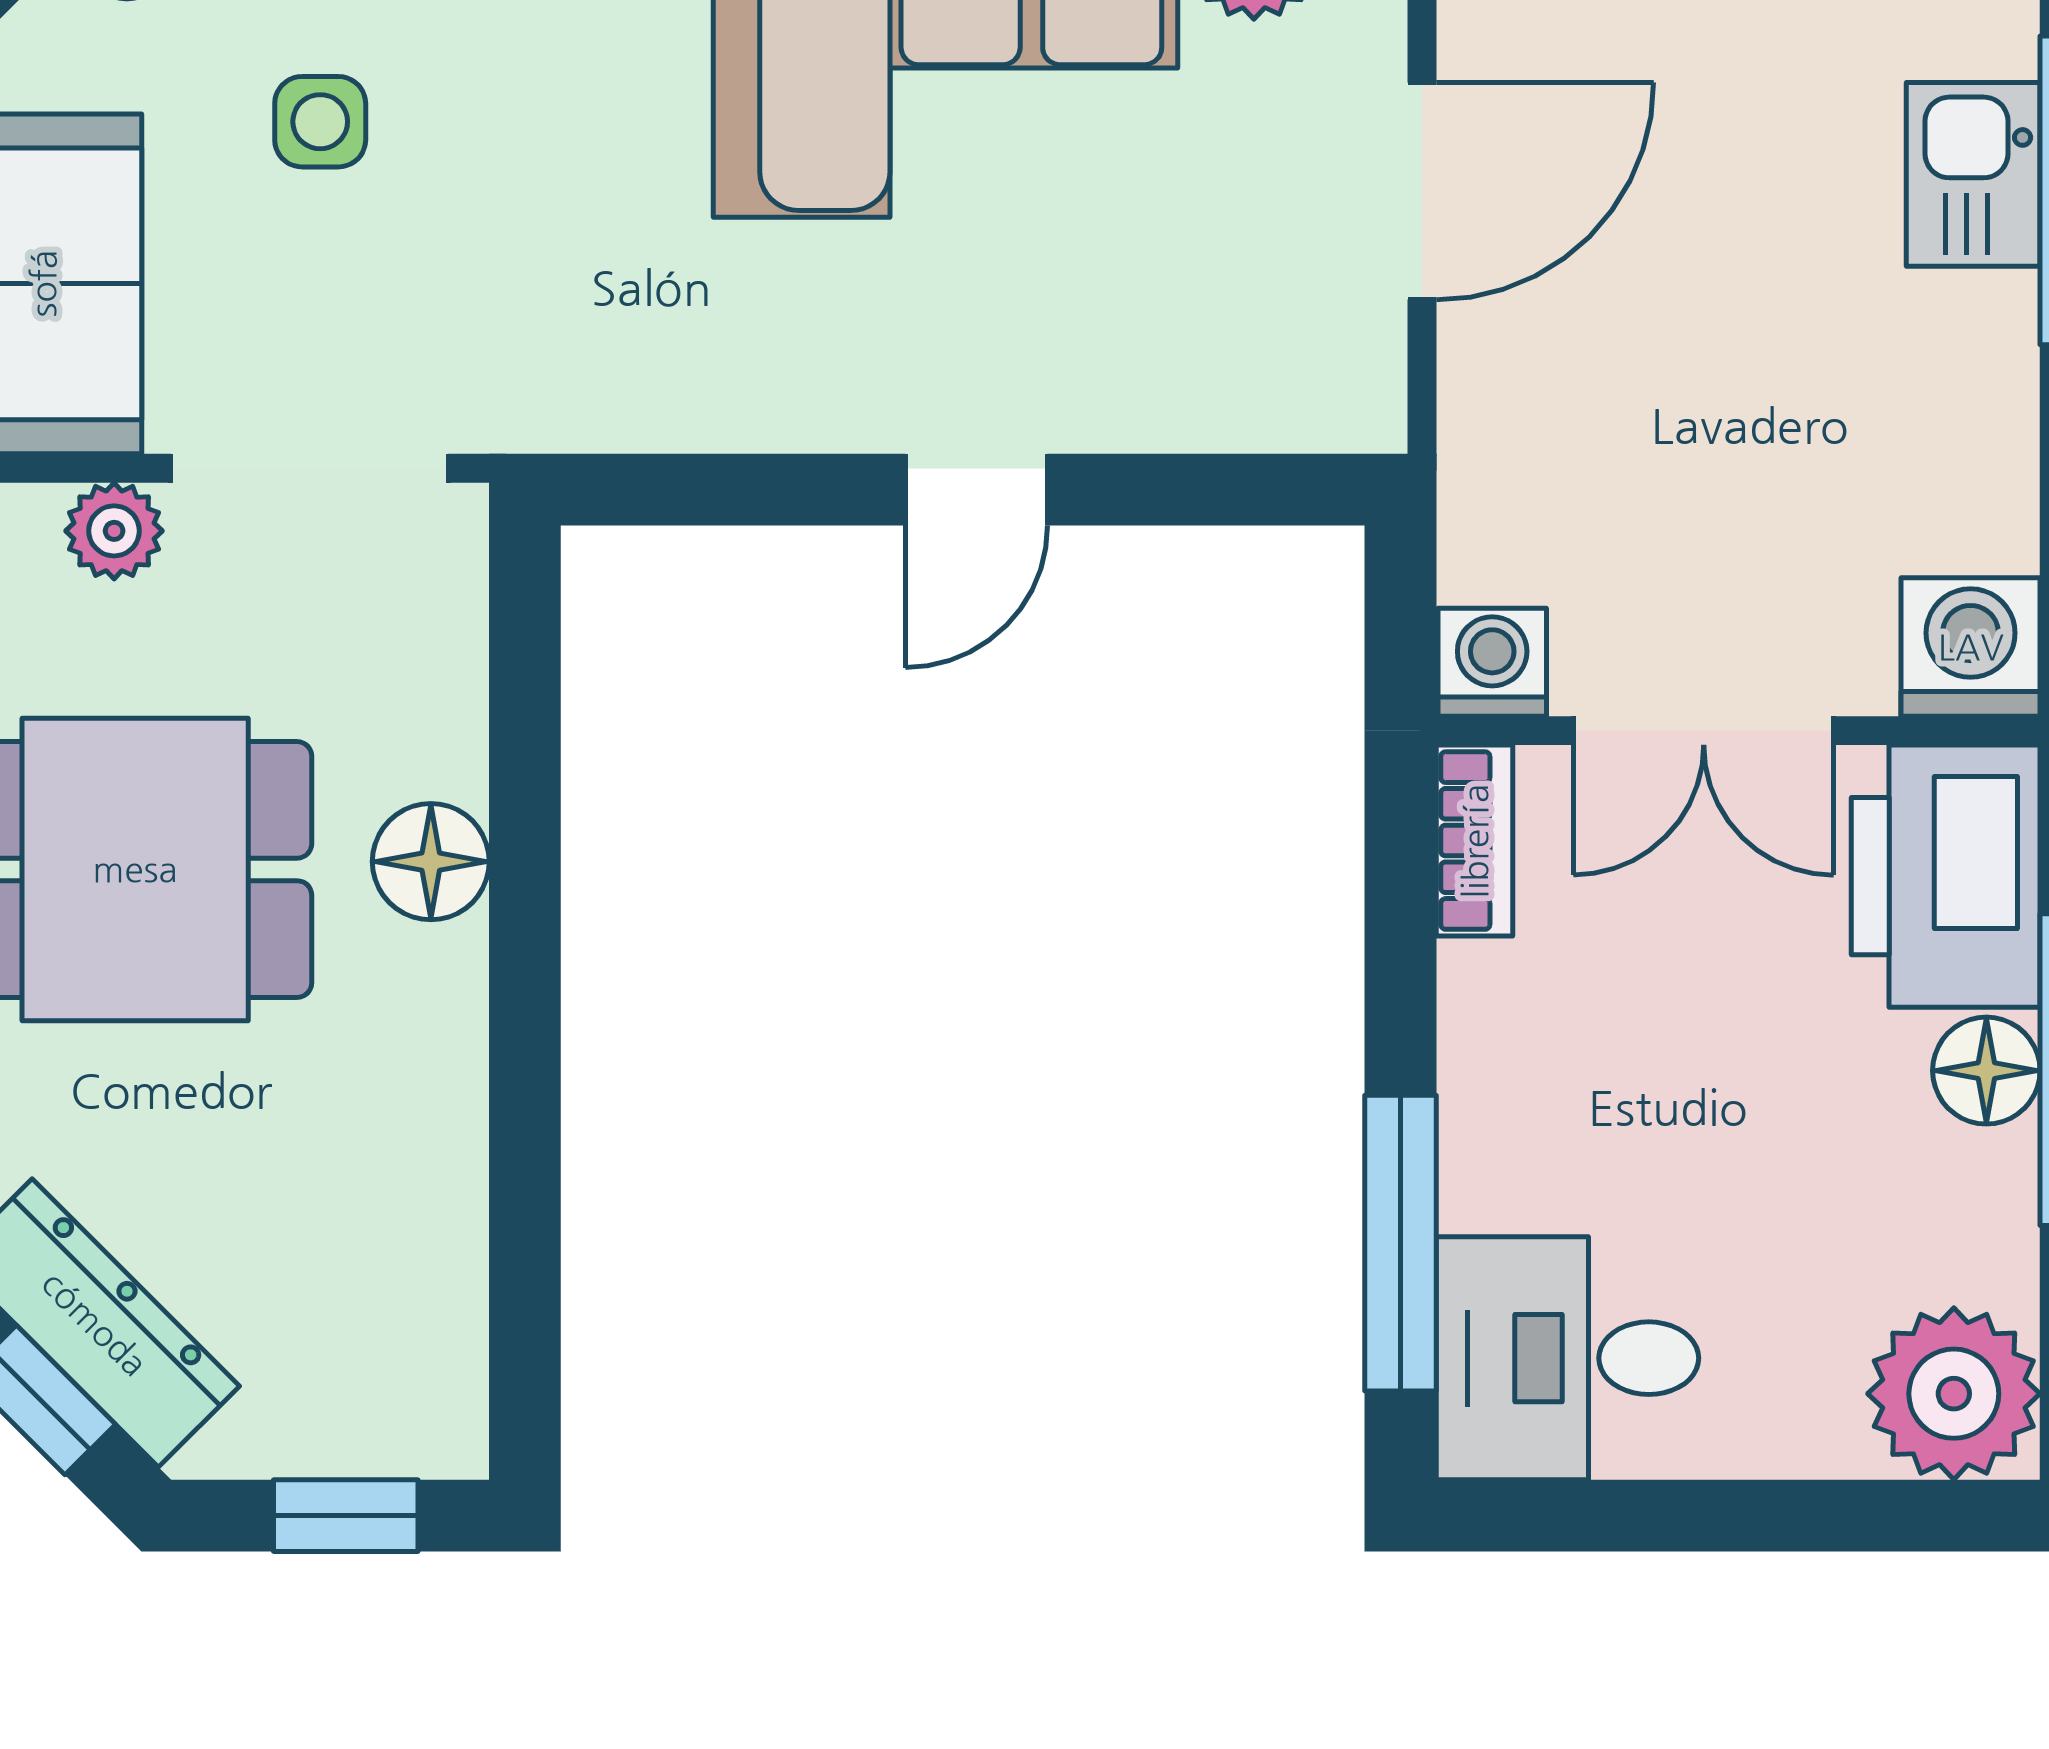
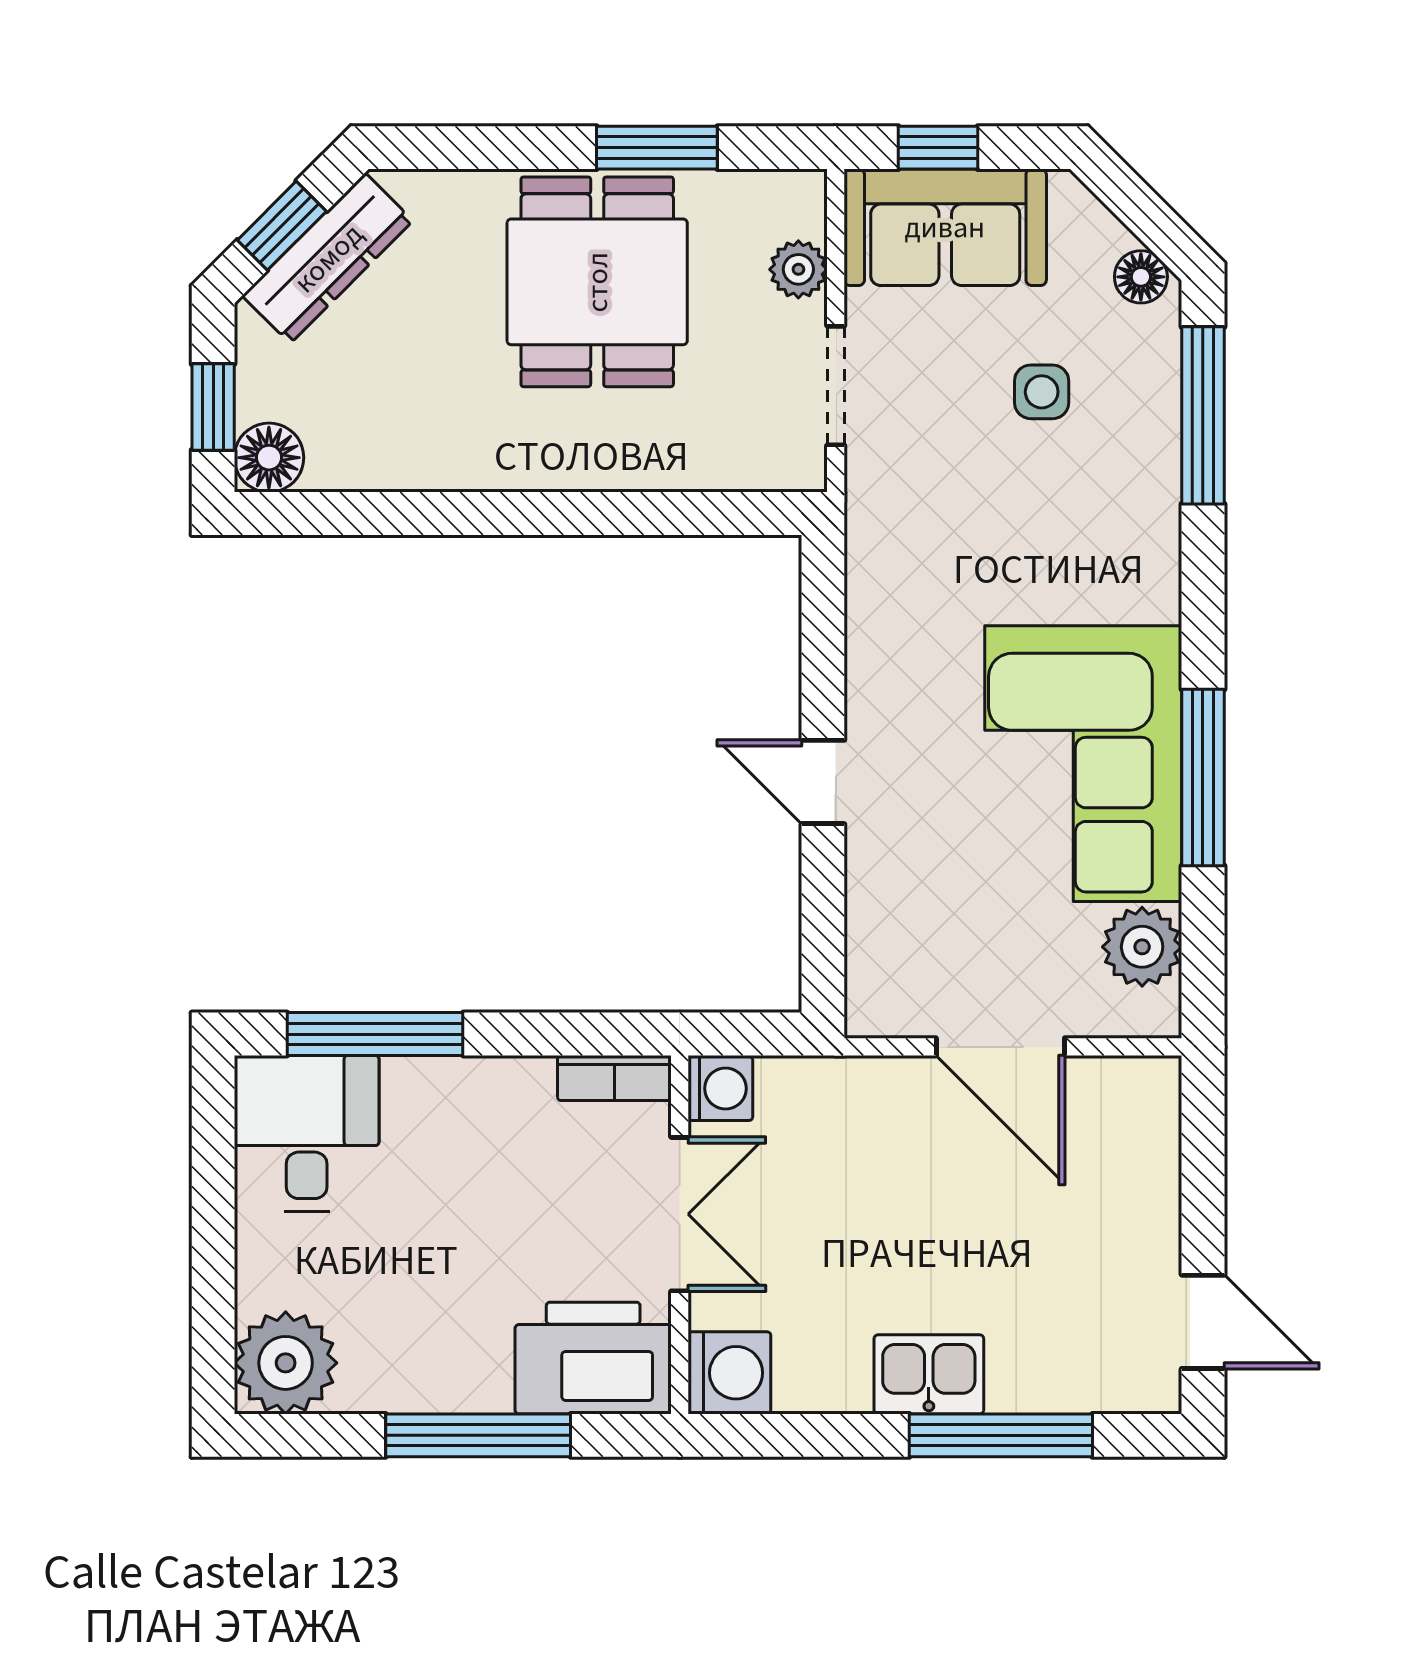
kitchen sink: (1973, 174) -> (929, 1374), moved
doorway: (310, 468) -> (836, 386), width x0.73
double door: (1704, 731) -> (680, 1214), swing flipped
floor lamp: (431, 862) -> (269, 458), moved
floor lamp: (1986, 1071) -> (478, 1382), removed

